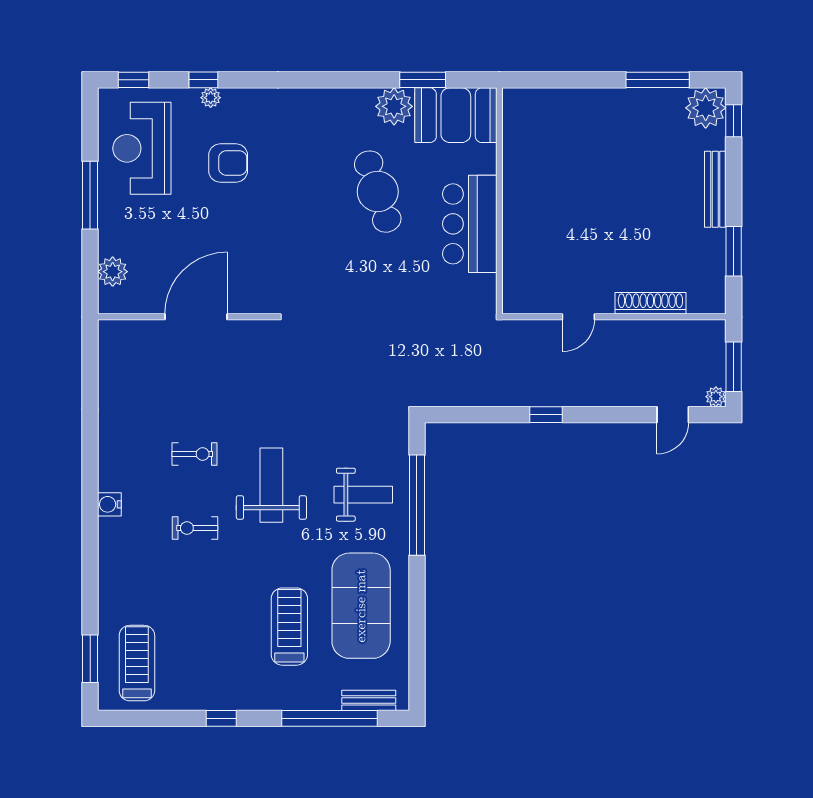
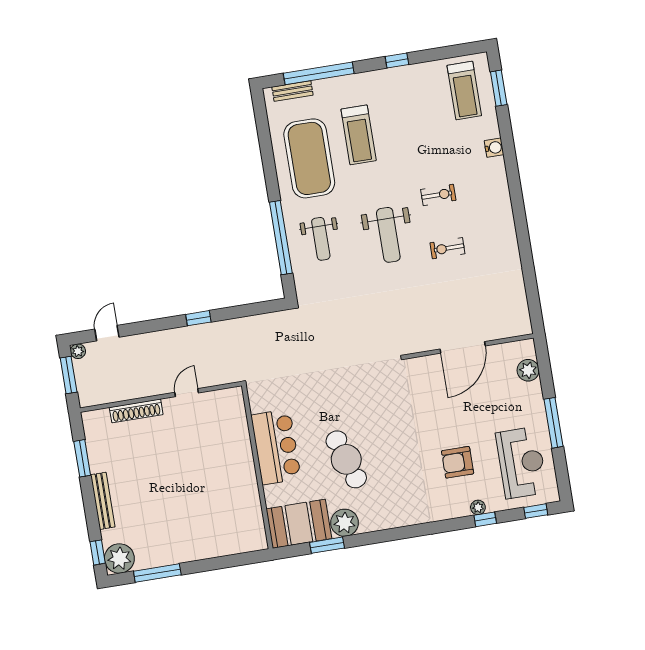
weight bench: (363, 495) -> (321, 239), turned -90
water cooler: (109, 504) -> (494, 148), moved

